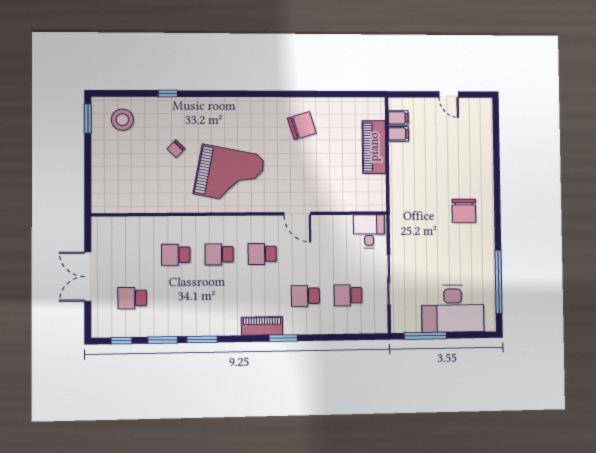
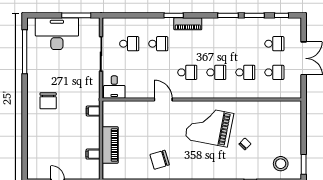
filing cabinet: (398, 118) -> (93, 111), moved
chair: (464, 211) -> (48, 101), turned 180
school desk: (132, 255) -> (274, 72), added

